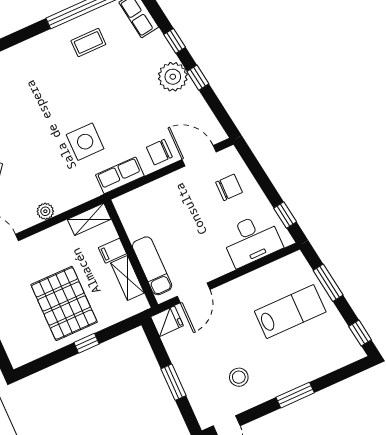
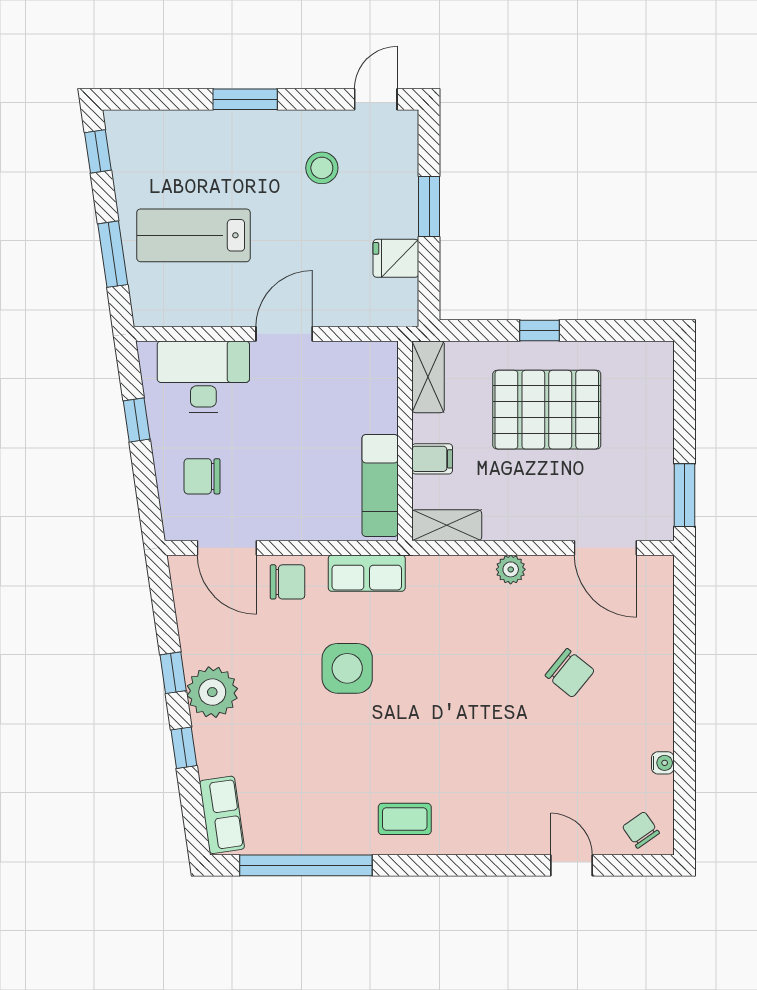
coffee table: (88, 43) -> (405, 819), moved
side table: (85, 142) -> (347, 668), moved
window: (285, 215) -> (137, 420), moved
exam couch: (152, 266) -> (380, 486), moved
shelving: (127, 278) -> (428, 377), moved
door: (194, 293) -> (284, 334), moved
pallet: (64, 303) -> (547, 410), turned 90
fridge: (167, 321) -> (396, 258), moved

